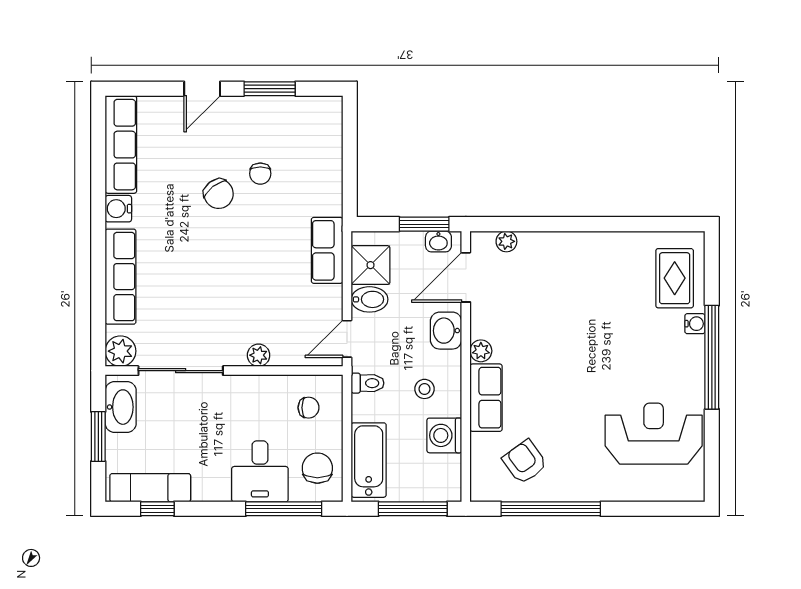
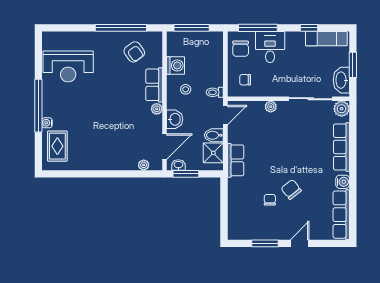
bathtub: (369, 460) -> (214, 53), removed
window: (157, 509) -> (309, 28), moved

